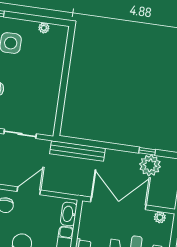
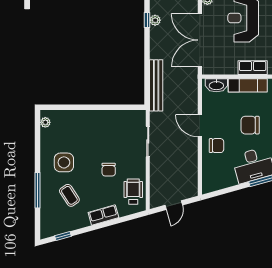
plant: (44, 28) -> (45, 122), moved
plant: (150, 165) -> (155, 20), width x0.53, depth x0.53

